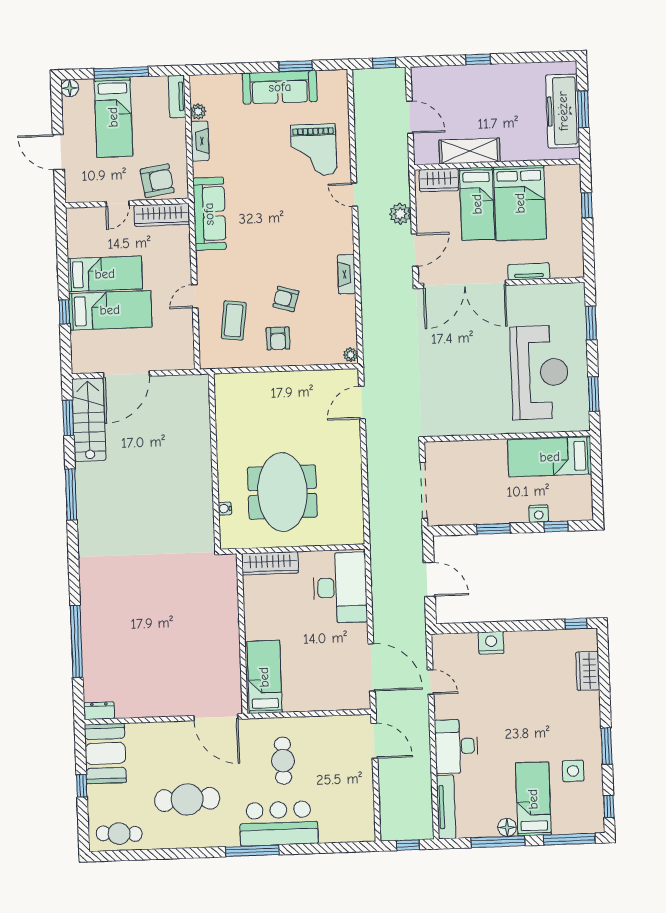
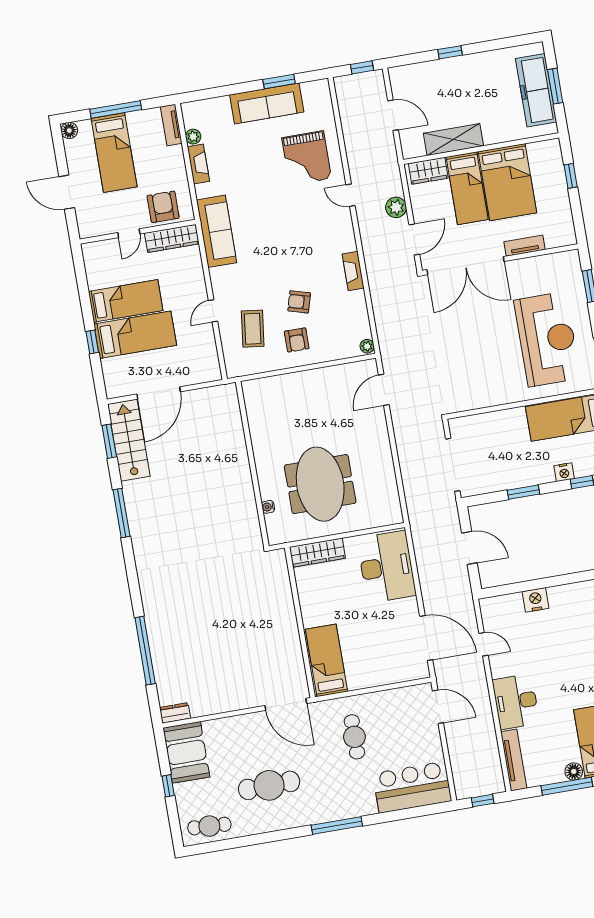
armchair: (157, 181) -> (163, 207), turned -81
bar counter: (279, 823) -> (412, 787), moved

